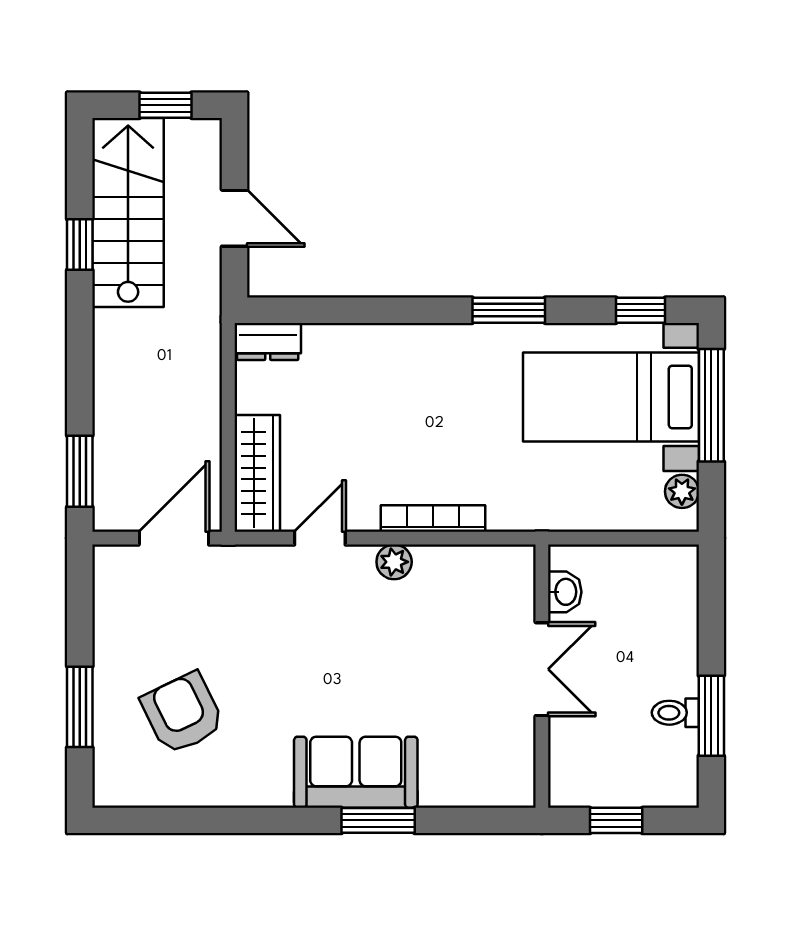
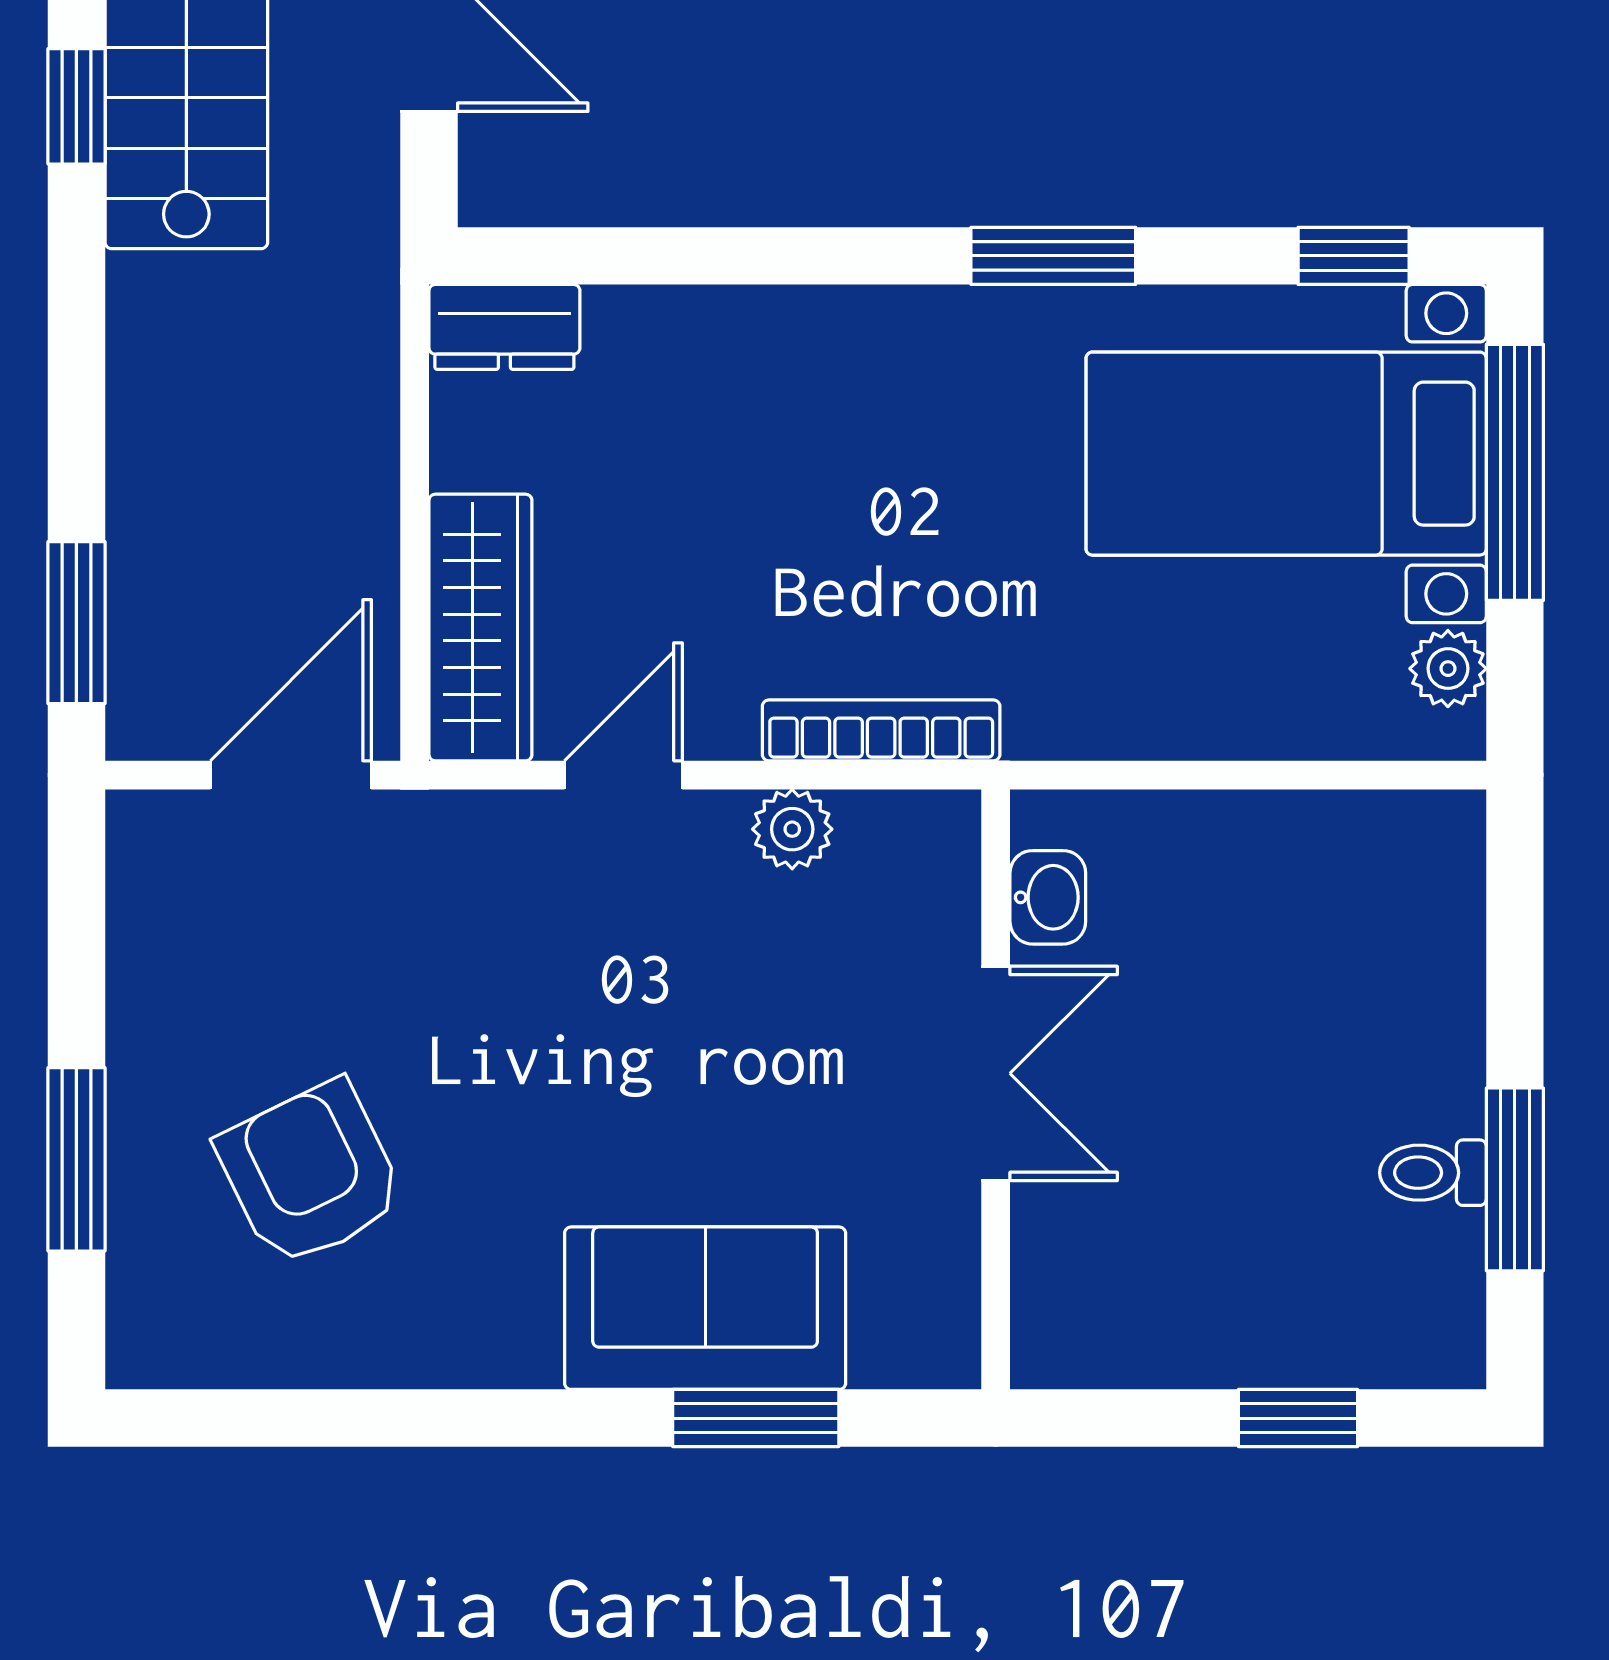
washbasin: (565, 592) -> (1048, 897), moved
double door: (542, 669) -> (996, 1073), moved
wall: (542, 676) -> (996, 1089), moved

